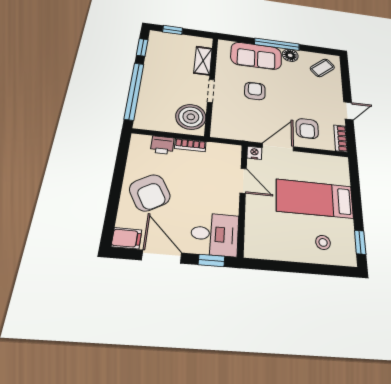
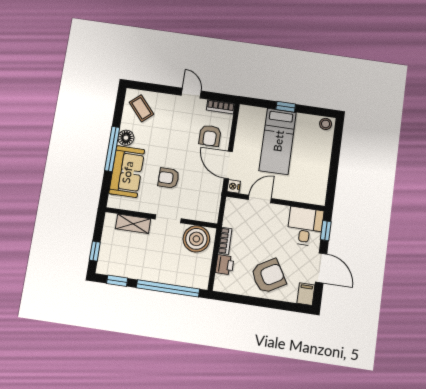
armchair: (307, 129) -> (210, 136), turned 90
stool: (323, 242) -> (326, 124), moved
window: (360, 242) -> (286, 107), moved
door: (162, 257) -> (321, 268), swing flipped

